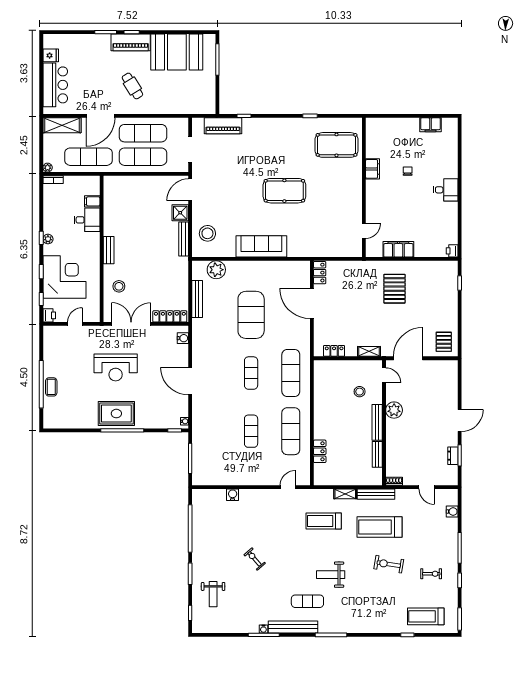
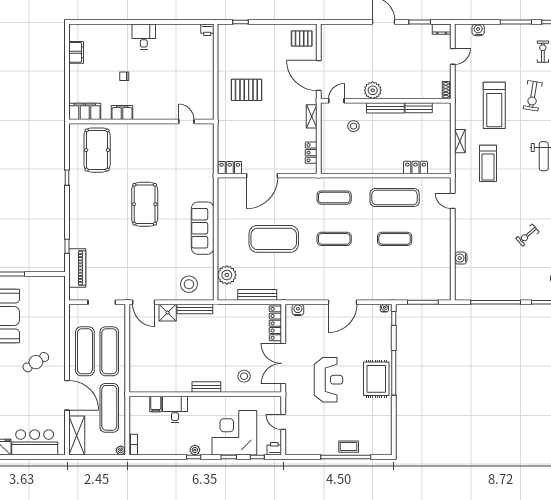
filing cabinet: (398, 249) -> (85, 111), moved, turned 90
exercise mat: (291, 373) -> (334, 198), width x0.73, depth x0.69
dresser: (453, 456) -> (442, 29), moved
bench: (376, 494) -> (460, 109), removed

